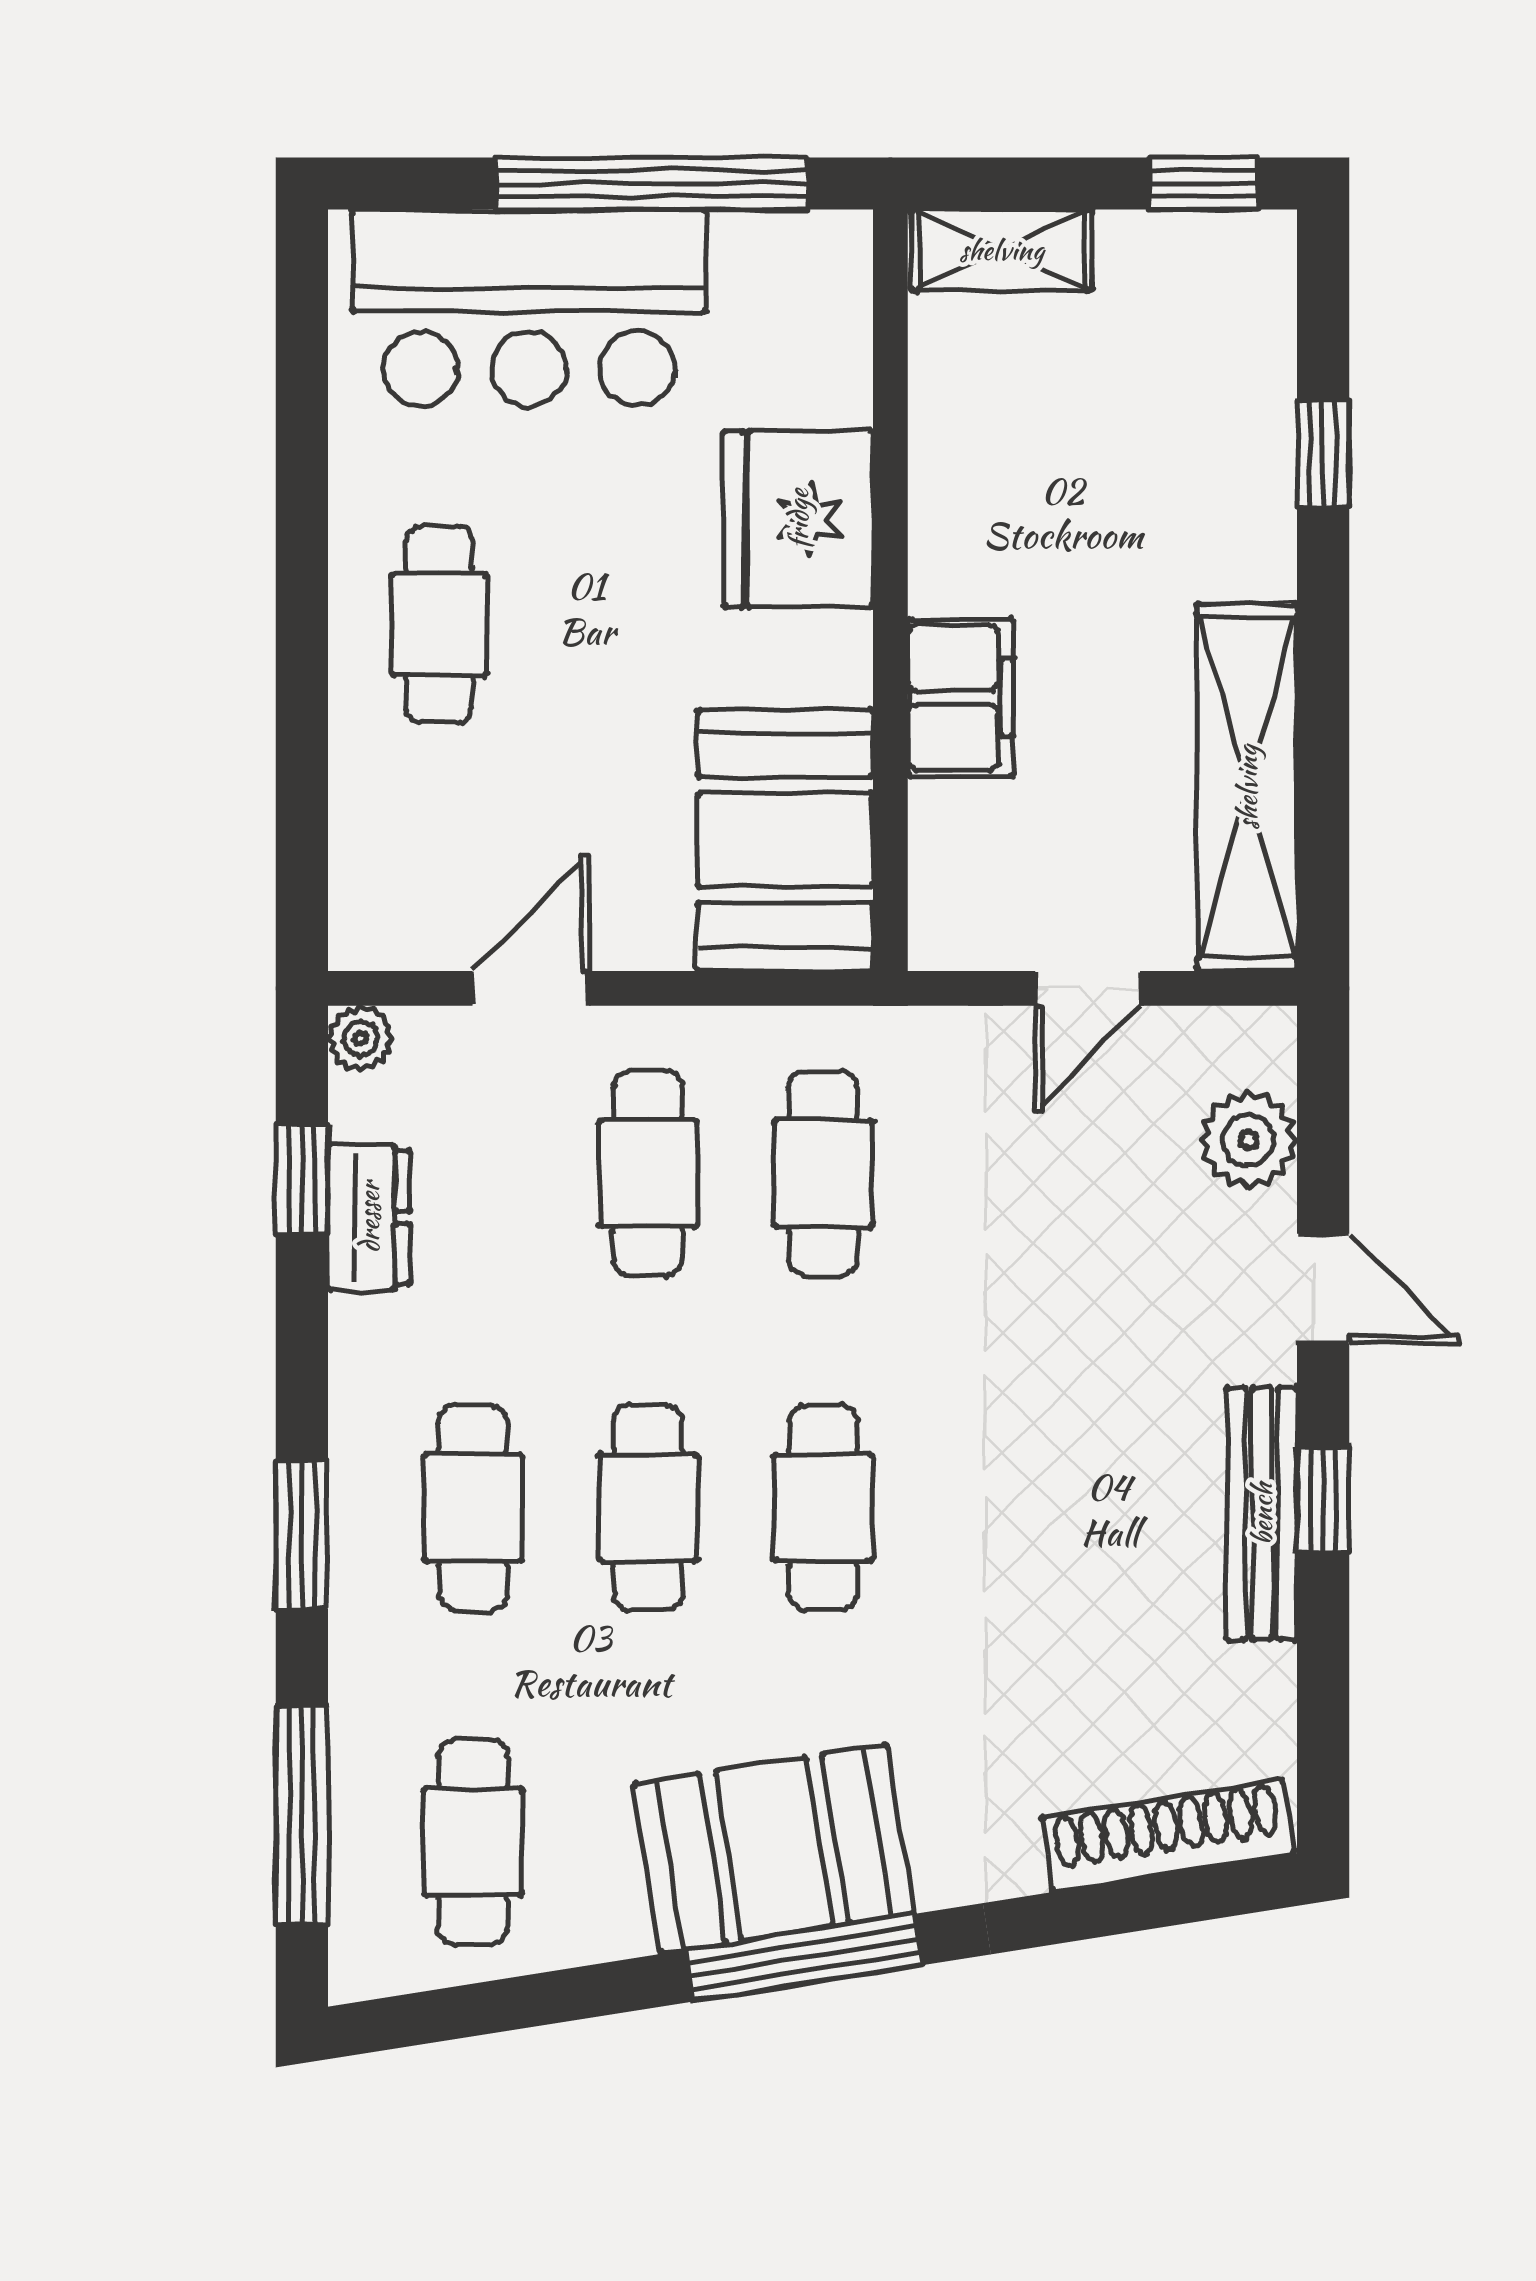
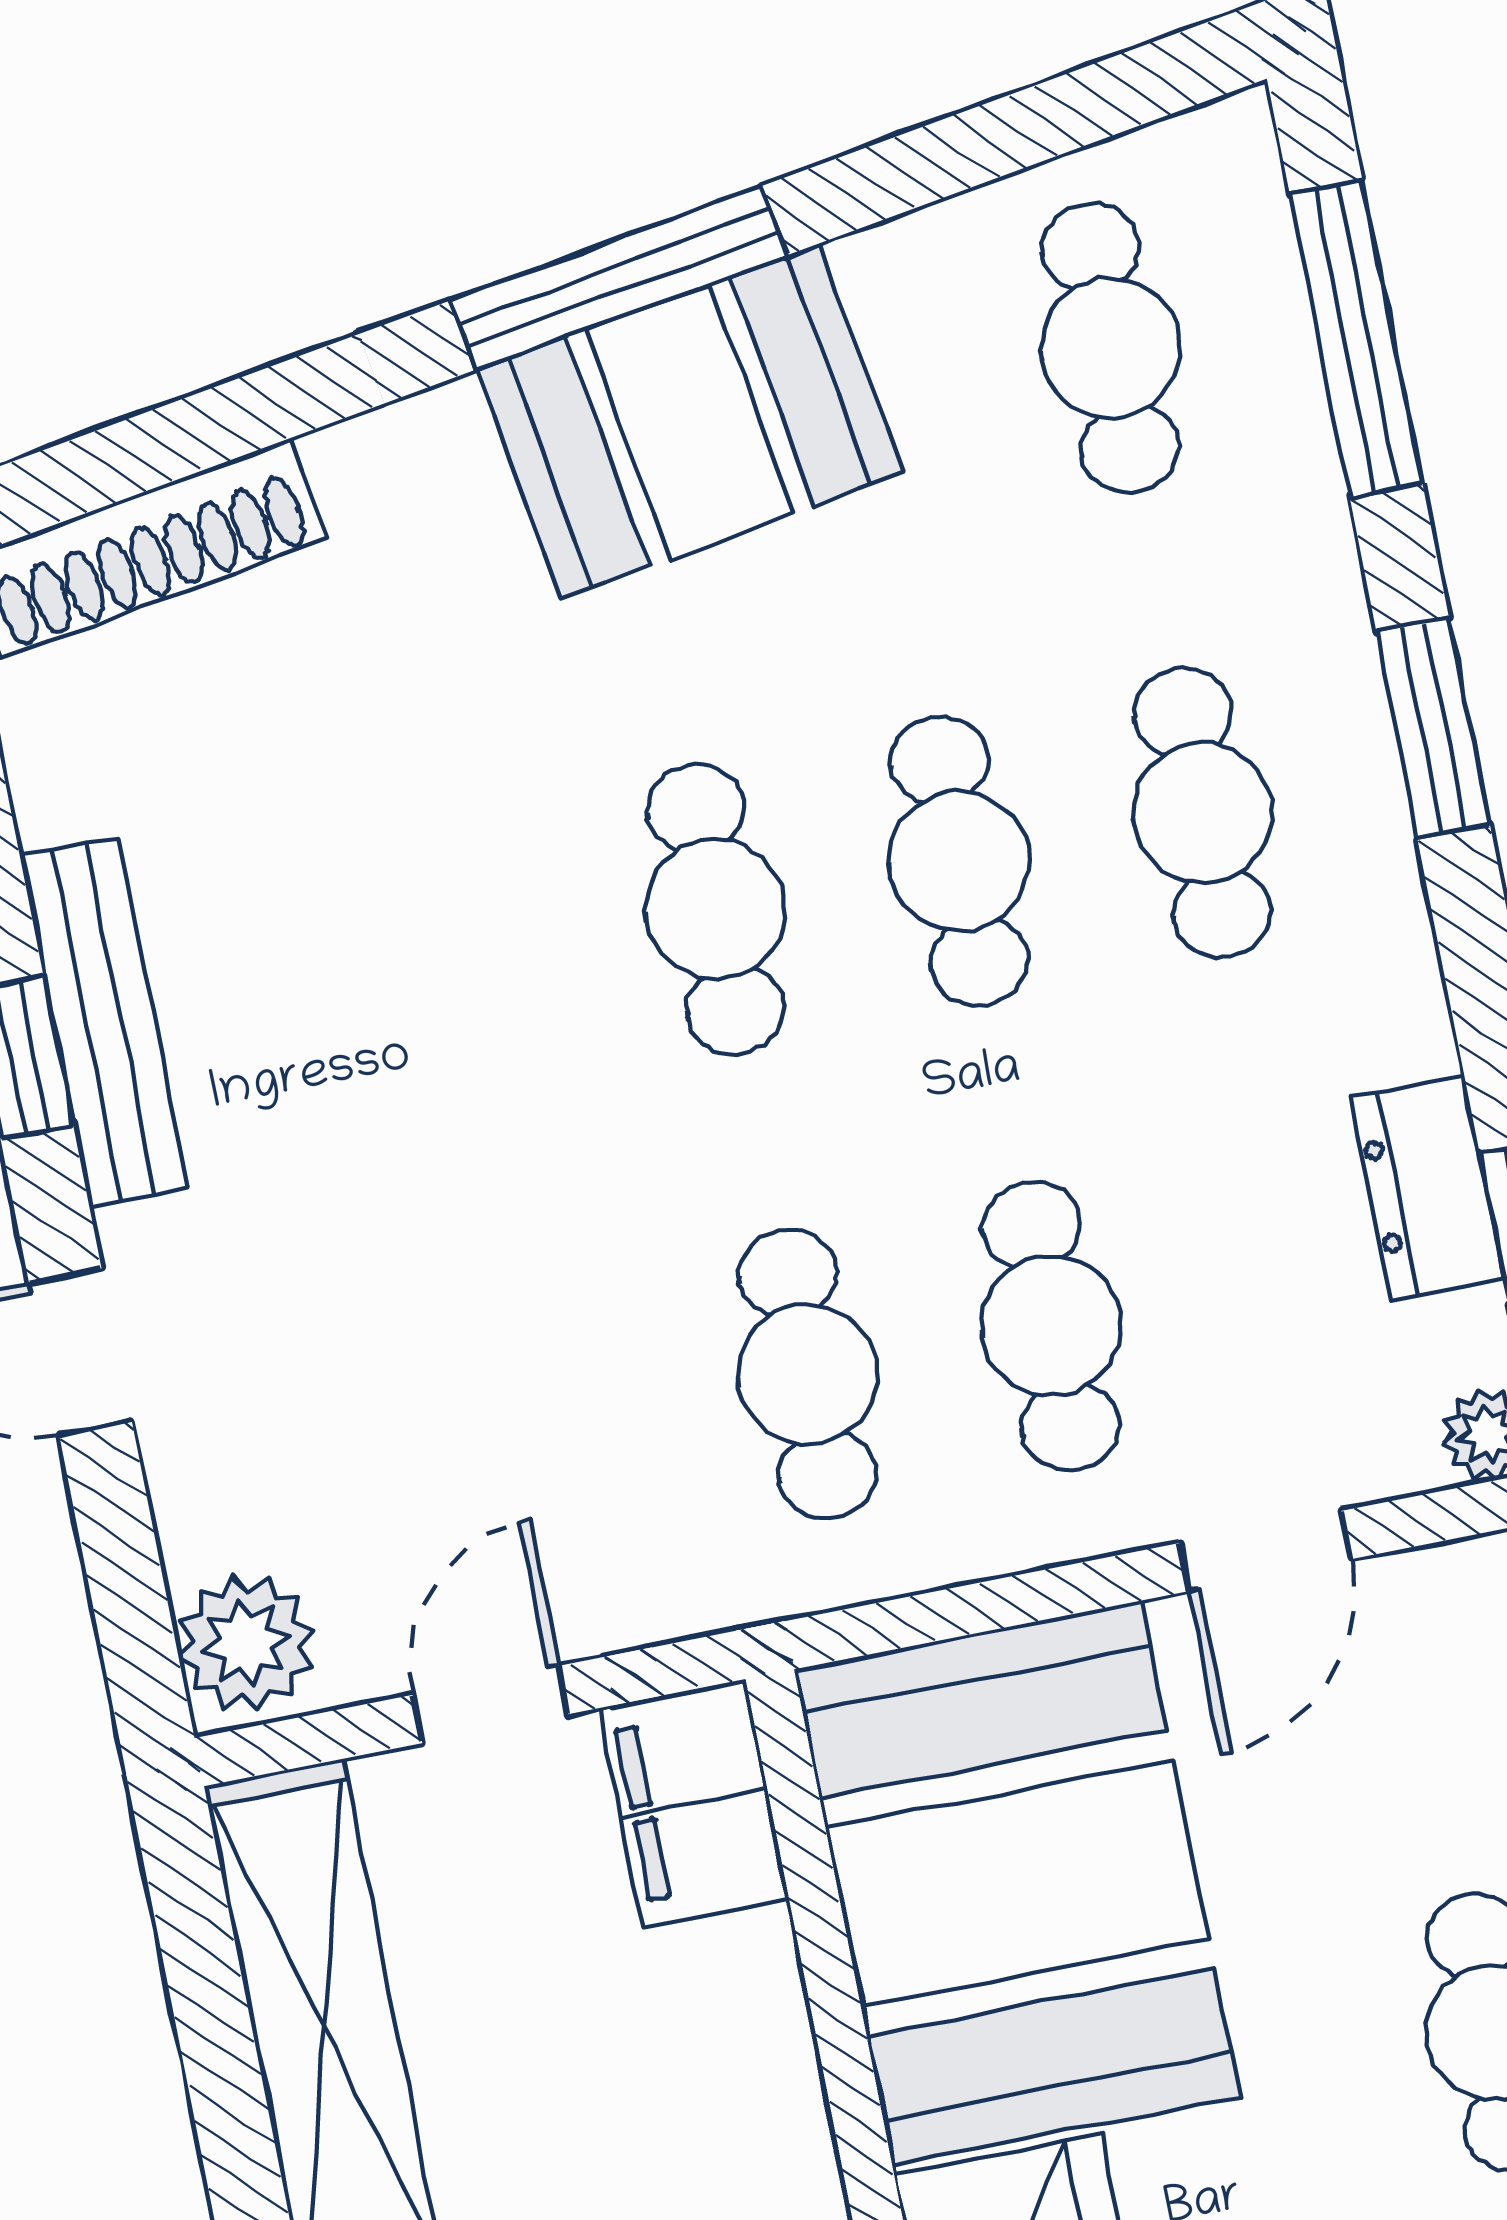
filing cabinet: (960, 698) -> (694, 1803), moved
booth: (785, 840) -> (1017, 1883), width x1.36, depth x1.42
plant: (1248, 1140) -> (246, 1643), moved

